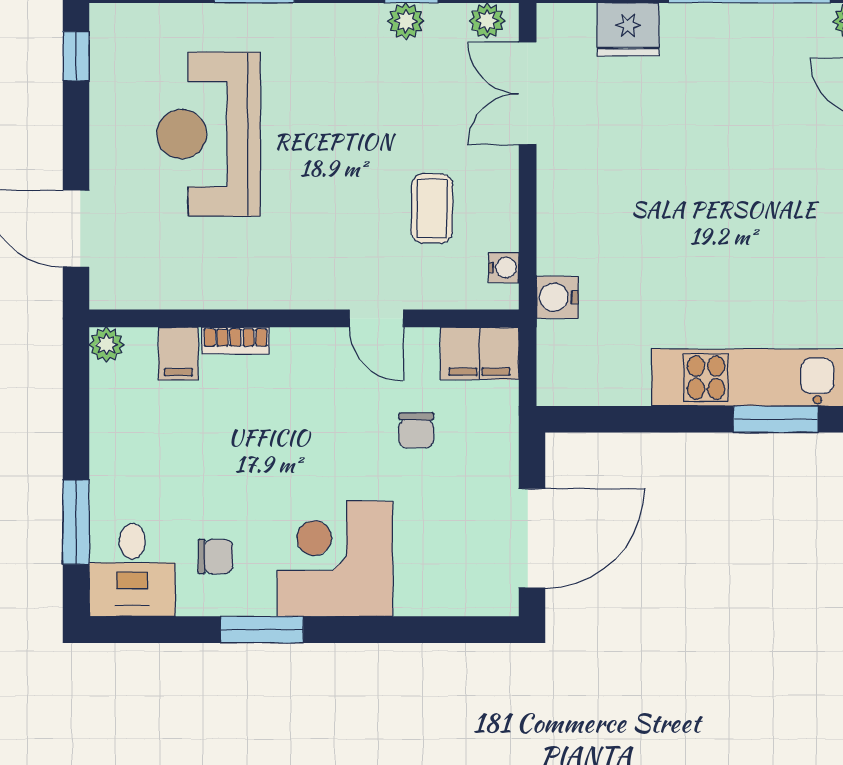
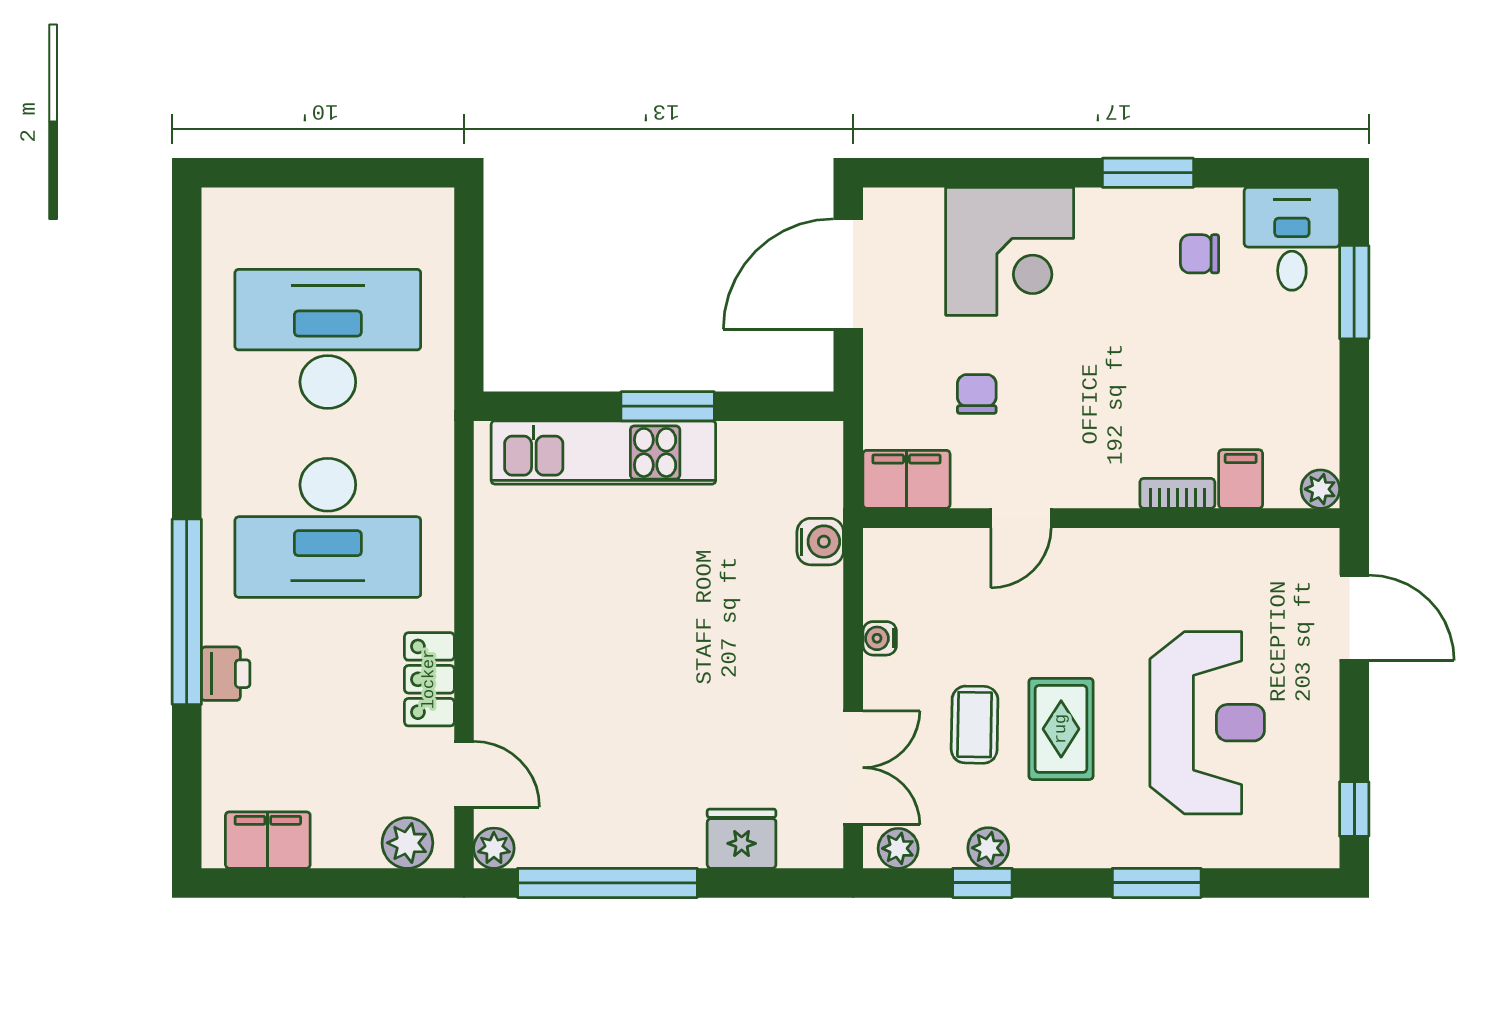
rug: (340, 128) -> (1061, 729), added
coffee table: (432, 209) -> (975, 725), moved
water cooler: (504, 268) -> (880, 638), moved
door: (376, 318) -> (1021, 518), swing flipped
window: (776, 419) -> (668, 406), moved
corner desk: (335, 559) -> (1010, 251), moved

